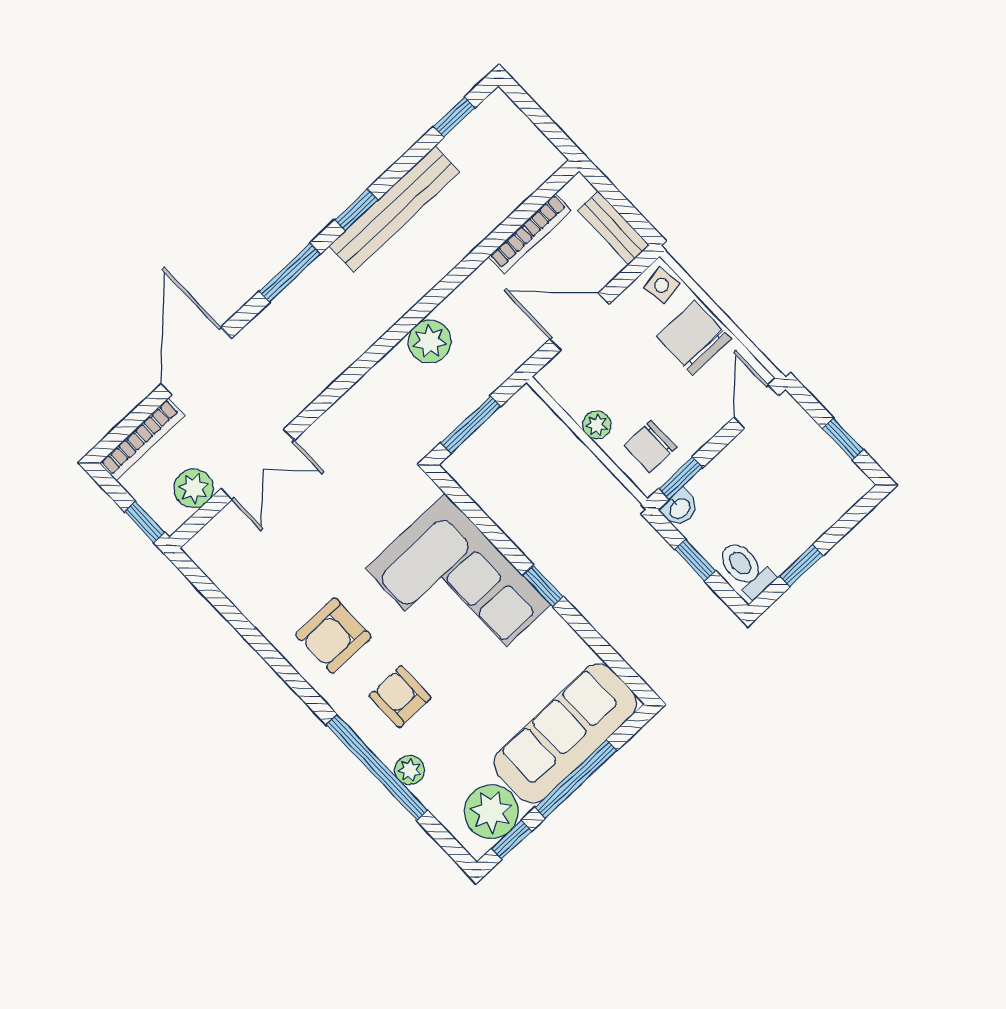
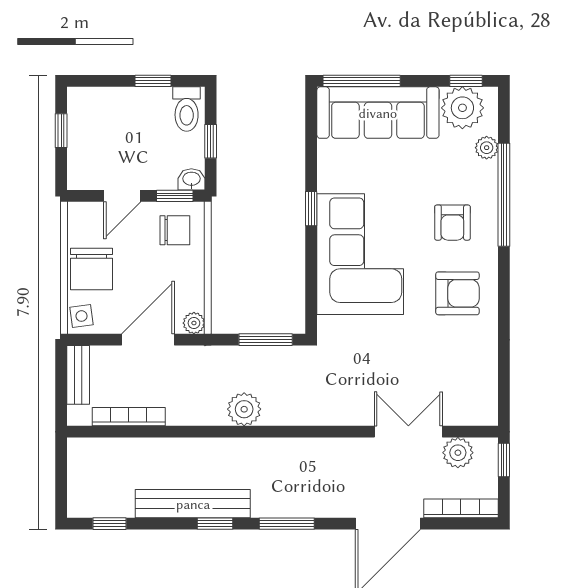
door: (579, 322) -> (148, 340), swing flipped
door: (756, 407) -> (122, 196), moved
plant: (597, 425) -> (194, 323), moved
plant: (410, 770) -> (487, 148), moved
window: (576, 779) -> (362, 81), moved

